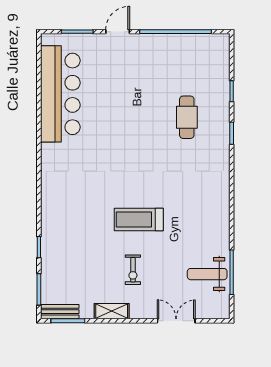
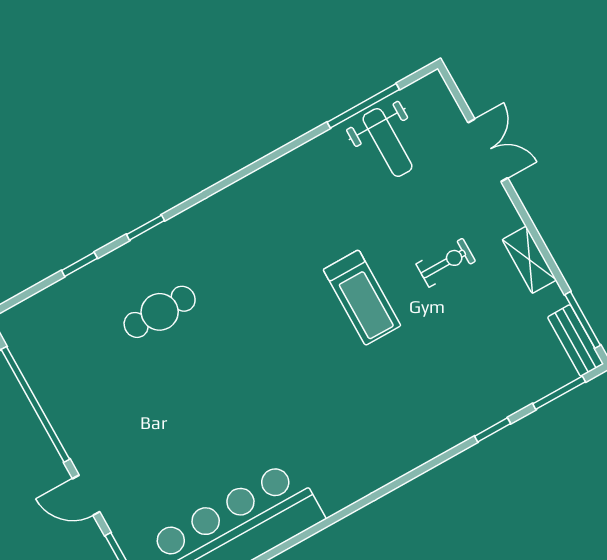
double door: (176, 321) -> (488, 150), swing flipped

